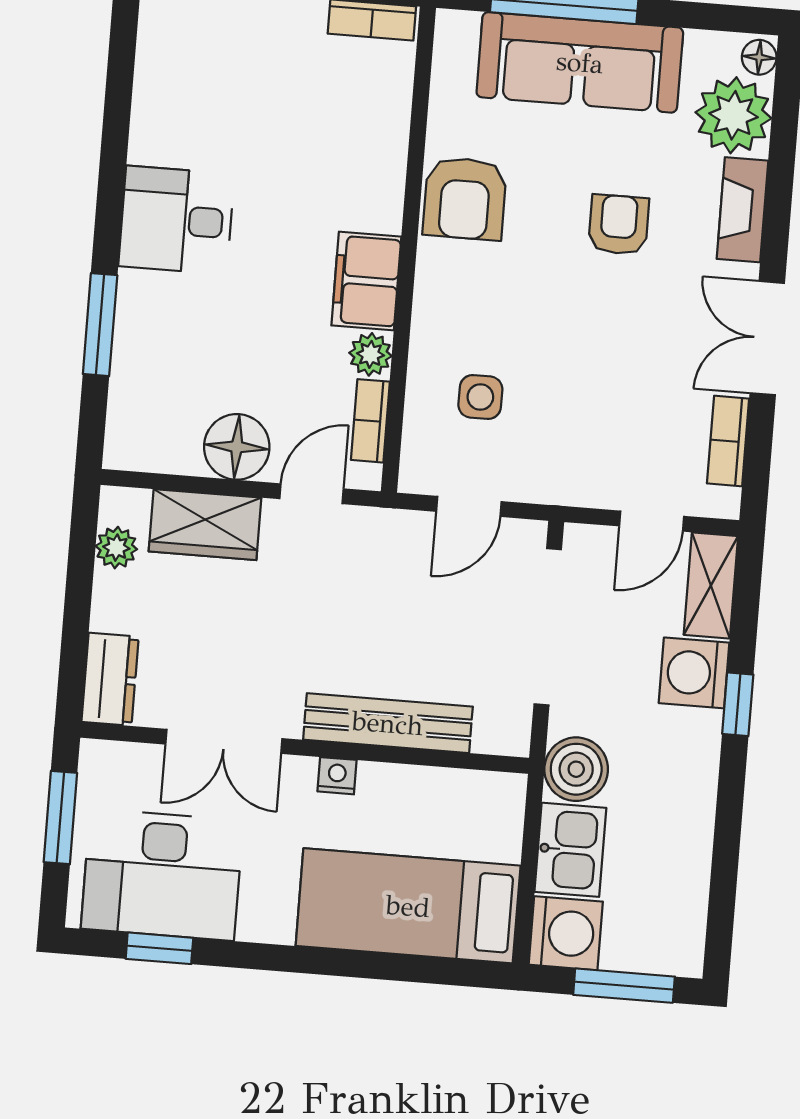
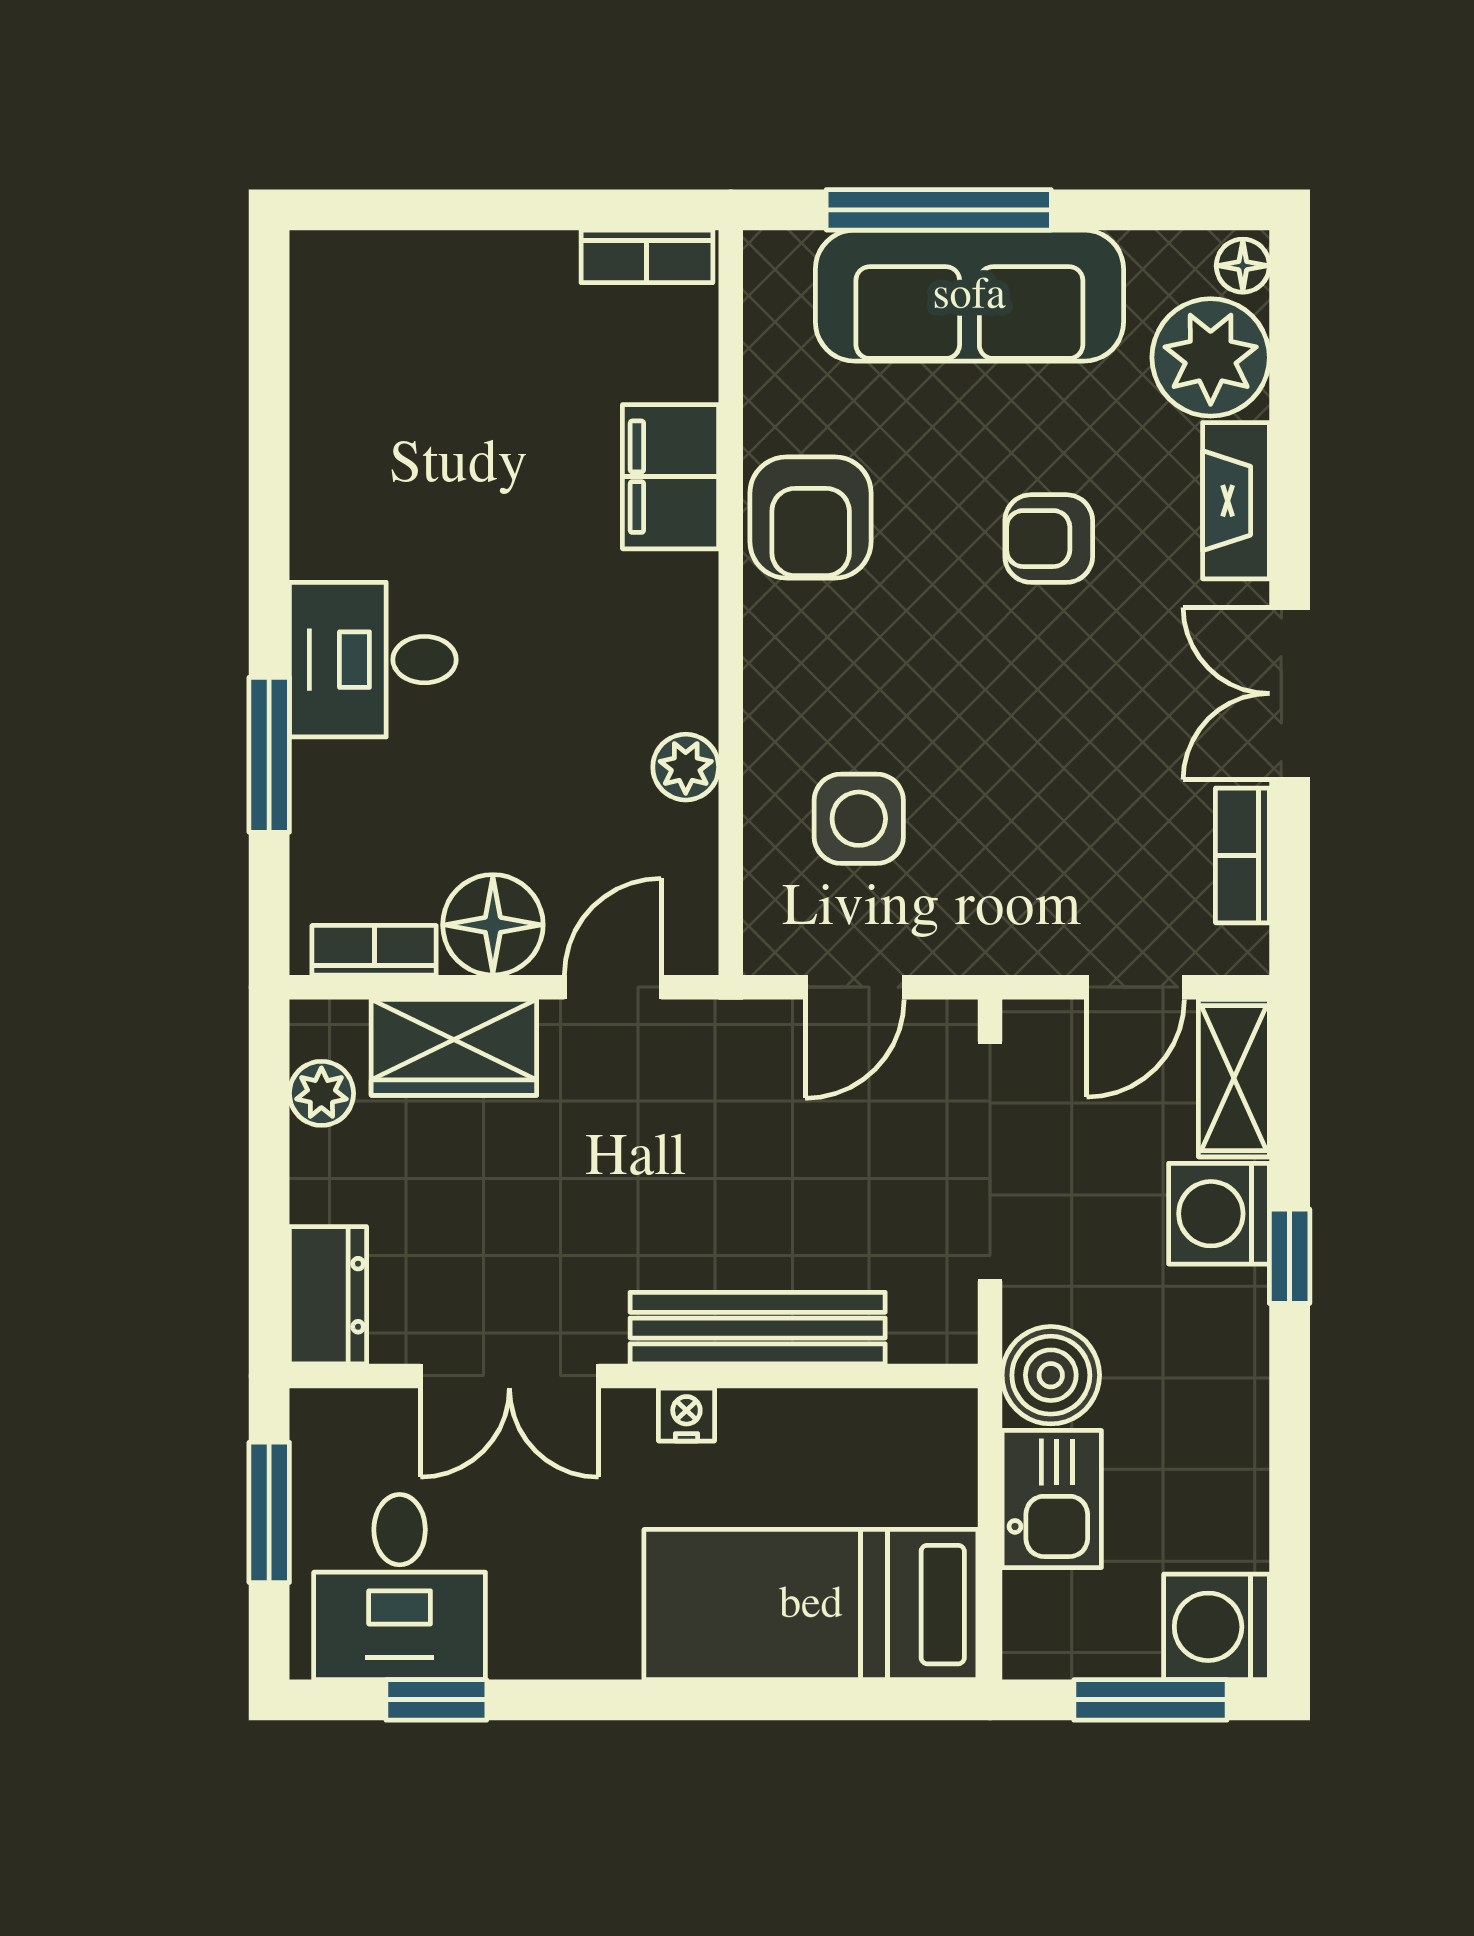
desk: (176, 220) -> (373, 660), moved
armchair: (619, 225) -> (1049, 539), turned -90
filing cabinet: (366, 281) -> (671, 477), moved
side table: (480, 397) -> (859, 819), width x1.37, depth x1.37
bookcase: (370, 421) -> (374, 950), moved, turned 90
desk: (162, 875) -> (400, 1587), width x0.73
washing machine: (566, 933) -> (1217, 1627), moved, turned 180

